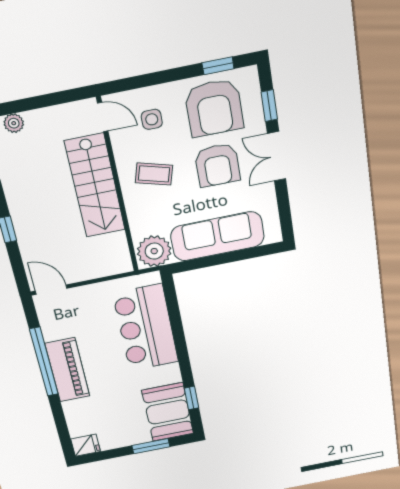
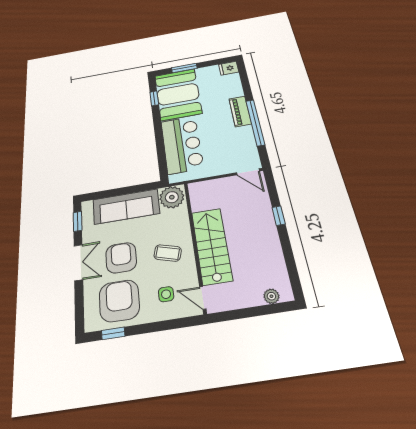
window: (269, 106) -> (78, 221), moved
piano: (67, 370) -> (240, 111), width x0.73, depth x0.75
booth: (168, 412) -> (178, 94), width x1.36, depth x1.42

